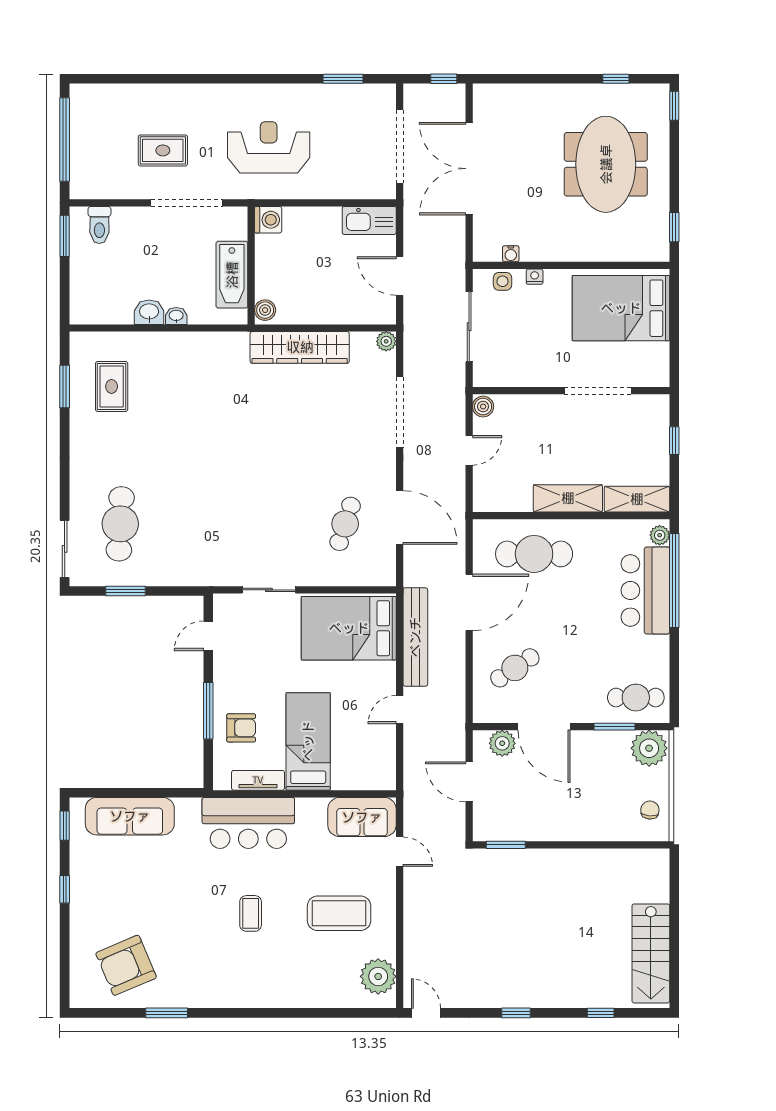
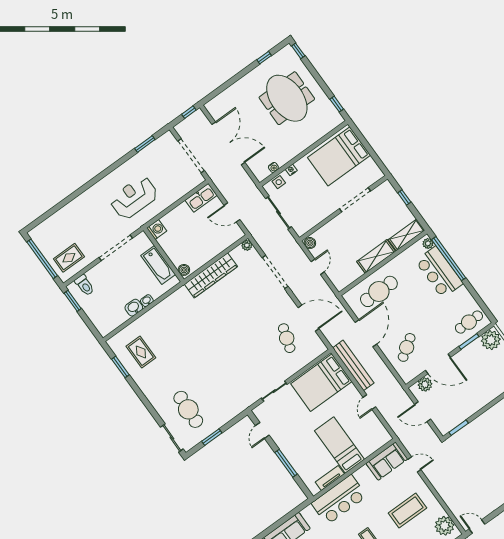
rug: (163, 150) -> (69, 258), moved
double door: (469, 169) -> (228, 143), swing flipped
armchair: (241, 728) -> (306, 460), removed

